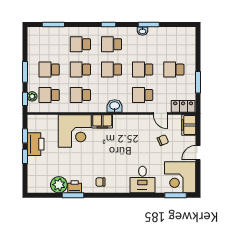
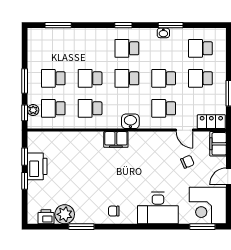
school desk: (80, 44) -> (200, 48), moved
corner desk: (75, 131) -> (83, 151), removed
desk: (142, 179) -> (158, 208), width x1.37
printer: (75, 187) -> (46, 217), moved

